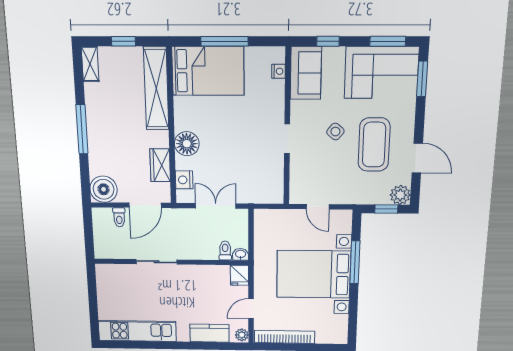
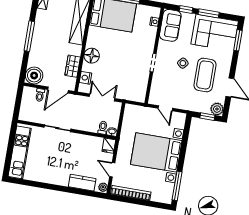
window: (388, 41) -> (209, 13), moved
window: (355, 262) -> (177, 186), moved
door: (251, 309) -> (112, 170), hinge flipped
kitchen unit: (137, 331) -> (20, 152), moved, turned 90

